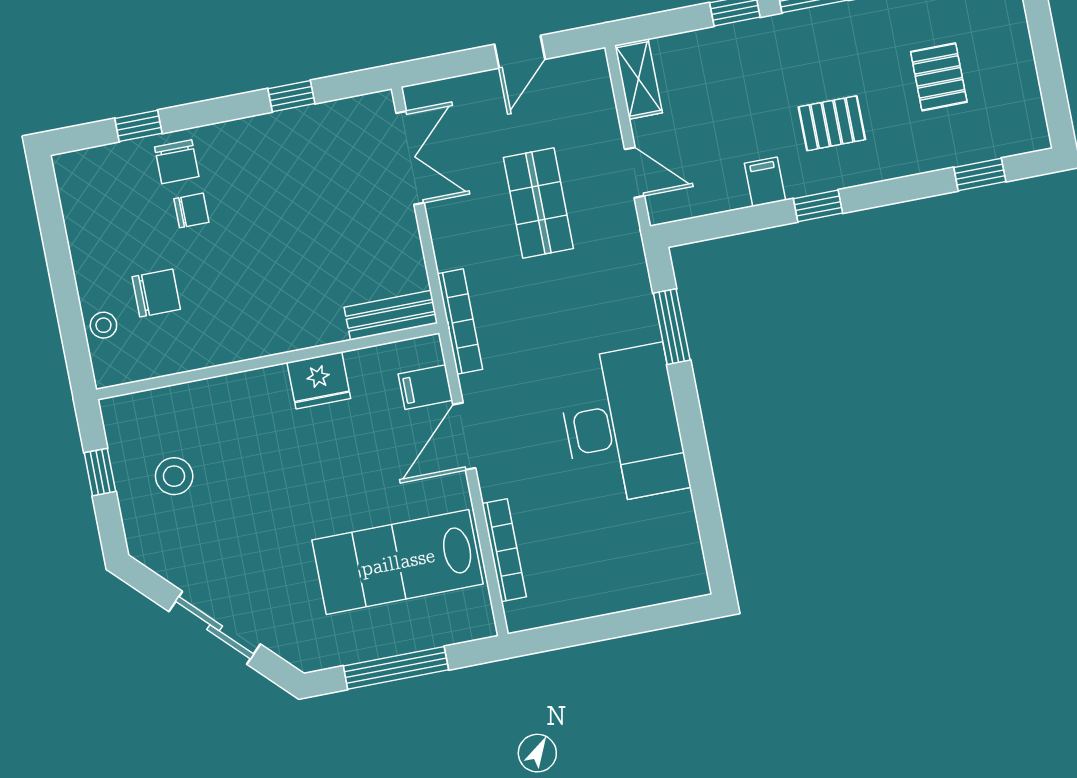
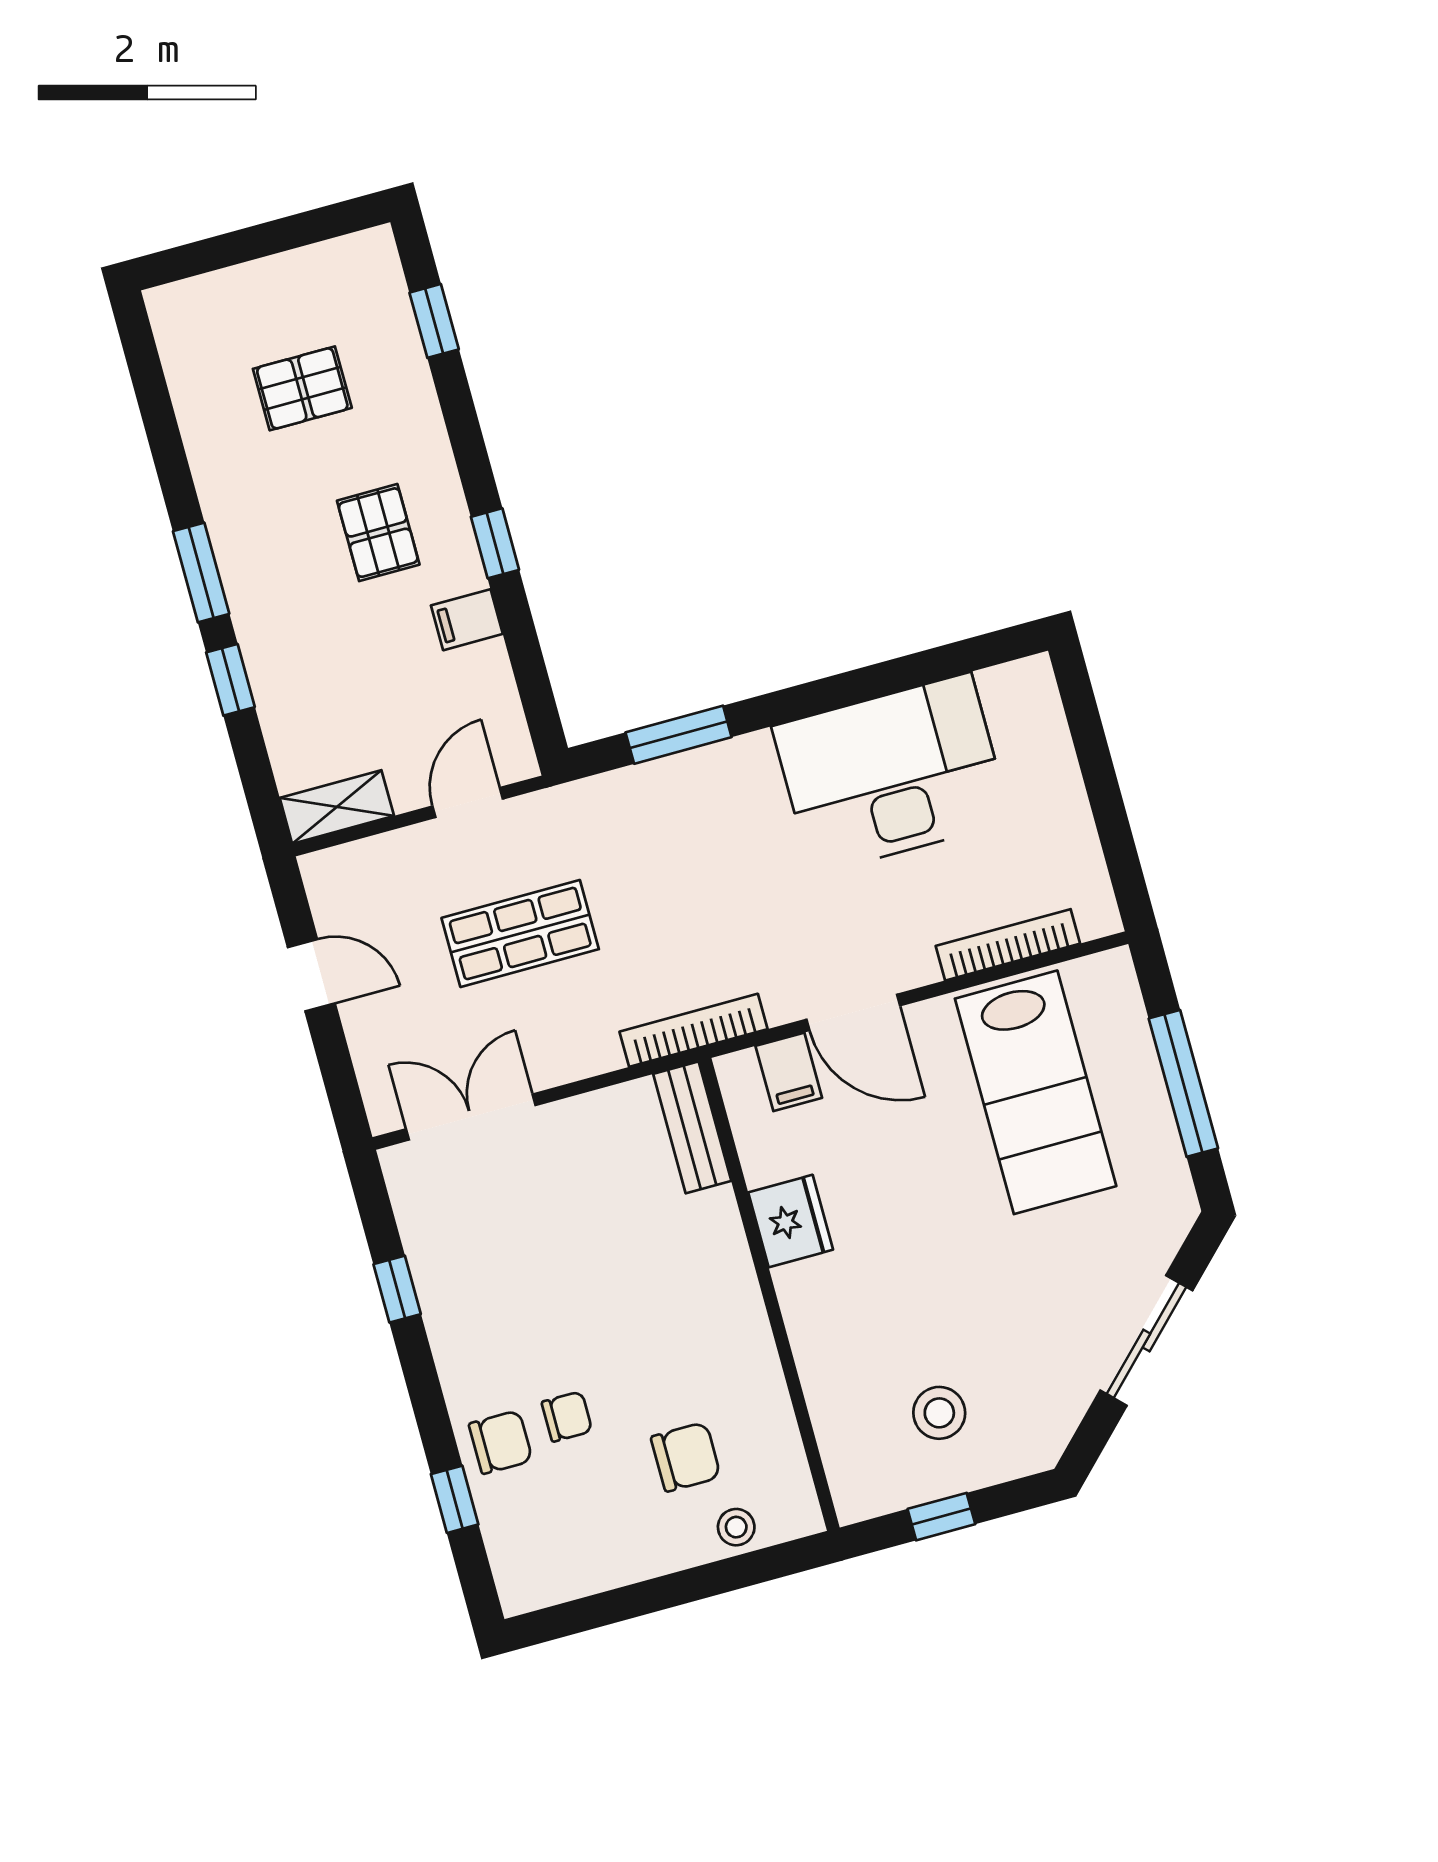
chair: (191, 210) -> (567, 1417), turned 90
chair: (156, 293) -> (686, 1457), turned 90
desk: (622, 425) -> (892, 774), moved

